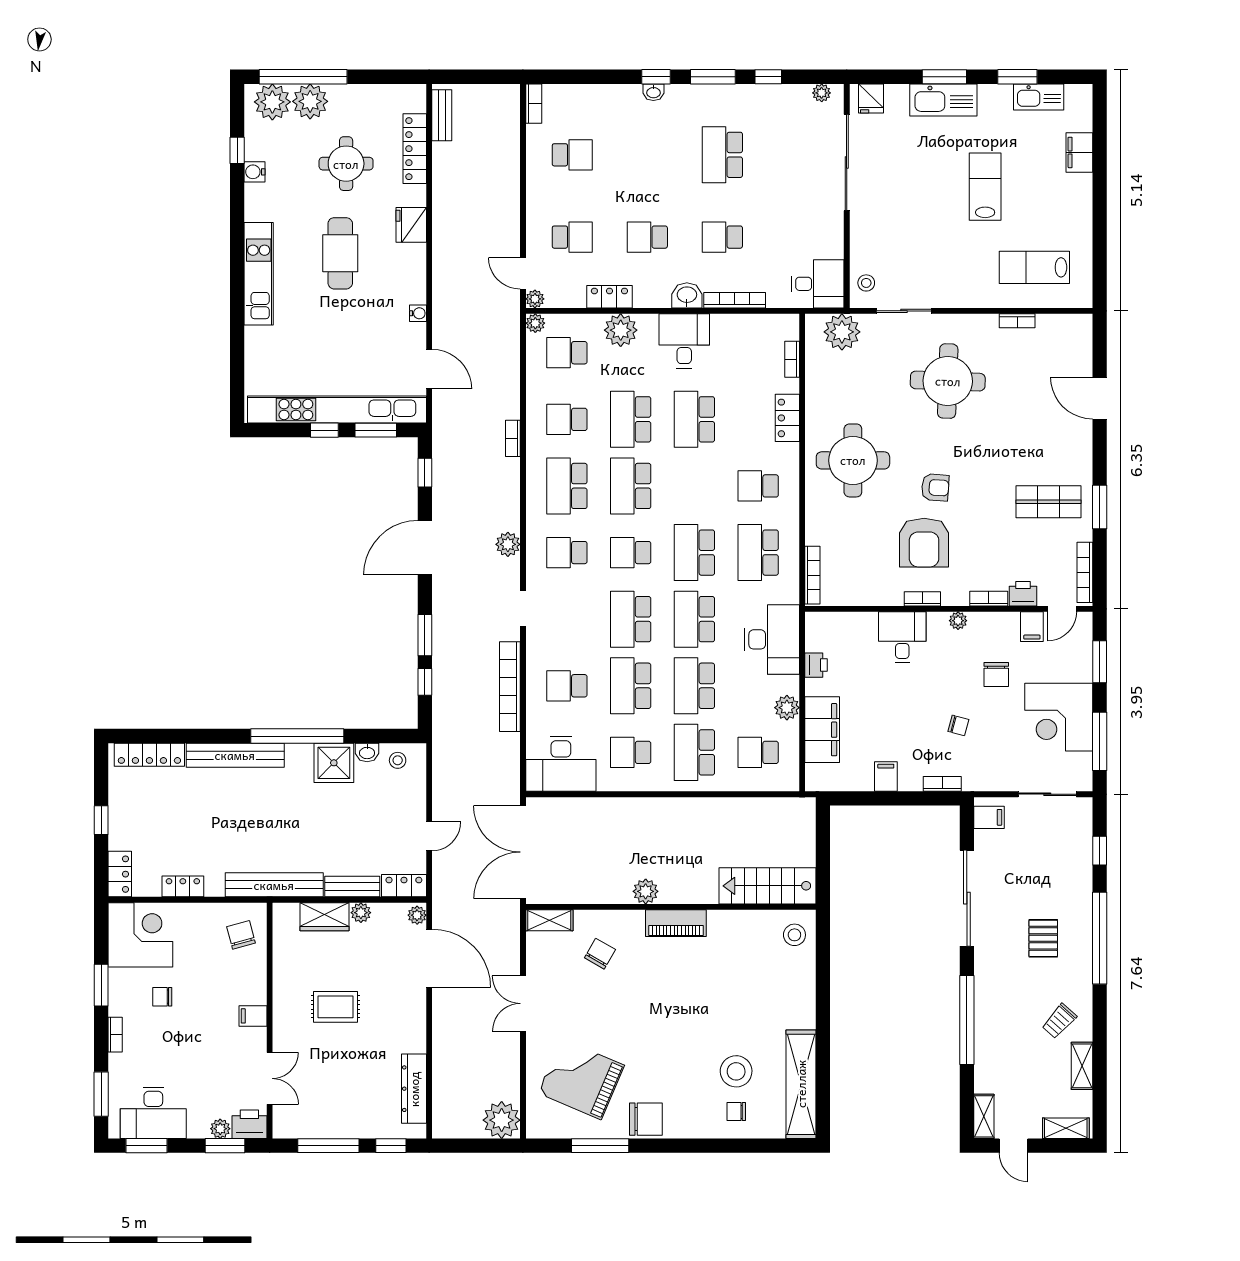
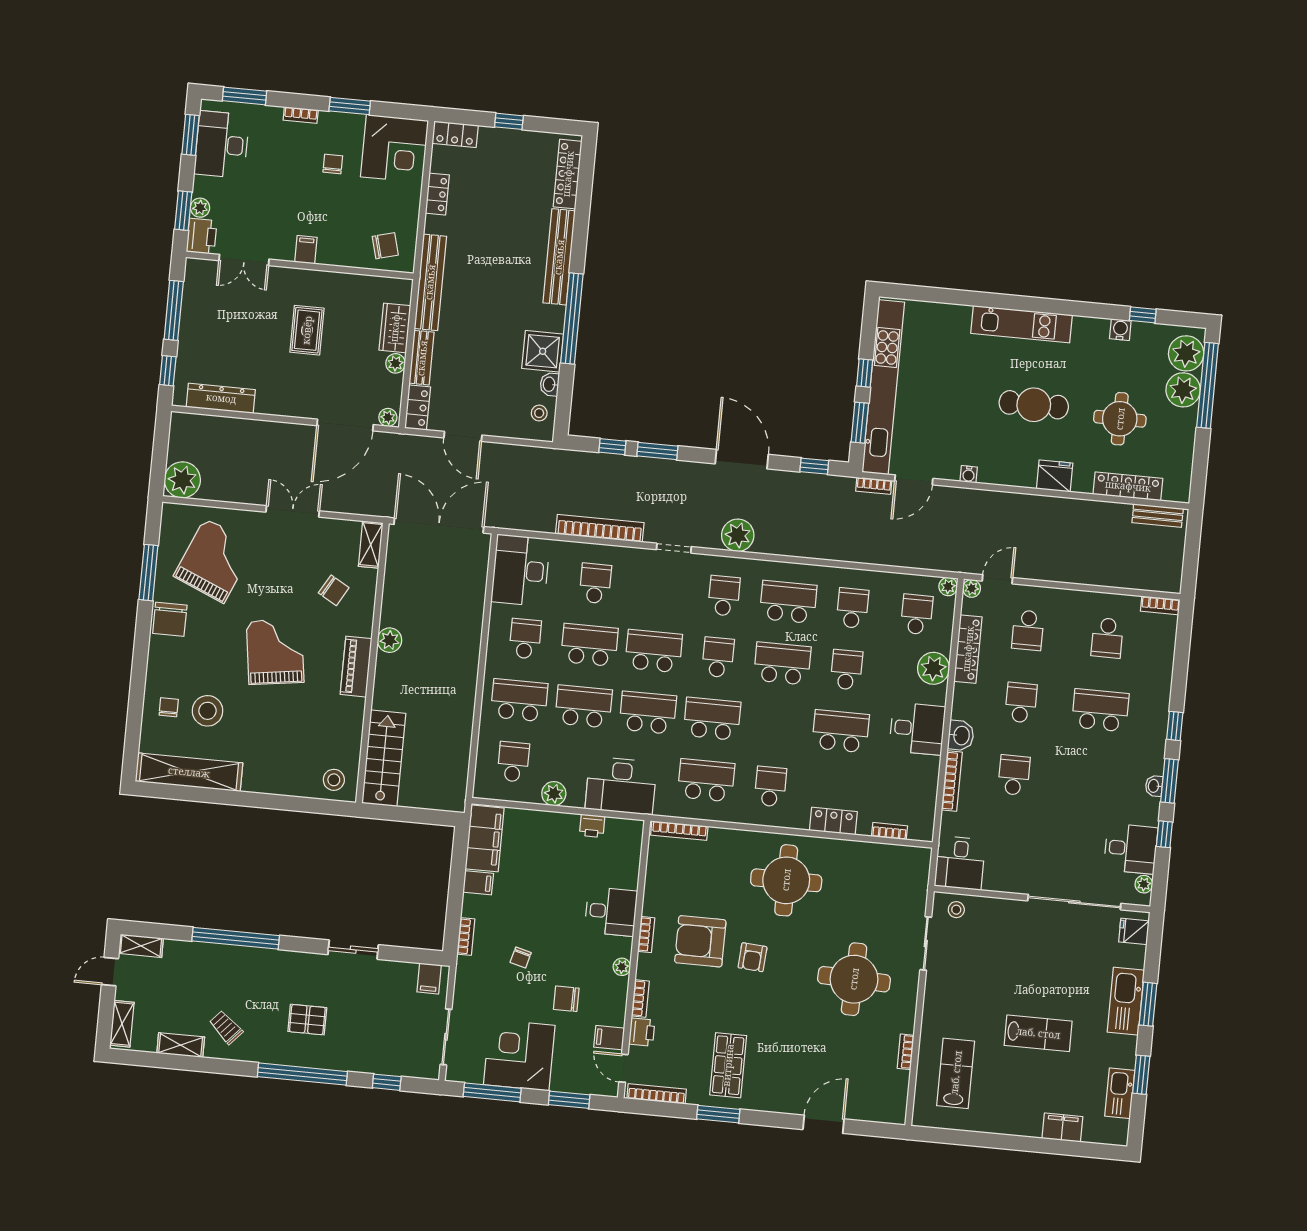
washbasin: (653, 92) -> (1154, 786), moved
desk: (786, 110) -> (1131, 849), added
school desk: (722, 155) -> (1100, 710), moved
locker: (609, 297) -> (968, 649), width x1.53
plant: (842, 332) -> (911, 882), removed
school desk: (631, 419) -> (847, 670), width x0.54
bookcase: (513, 438) -> (874, 486), moved, turned 180
plant: (508, 544) -> (738, 535), width x1.36, depth x1.36
filing cabinet: (822, 730) -> (485, 838), moved, turned -90
door: (429, 836) -> (463, 436), width x1.38
sliding door: (967, 898) -> (353, 950), width x0.54
grand piano: (669, 1008) -> (275, 652), added

